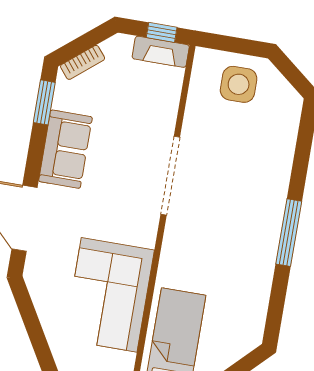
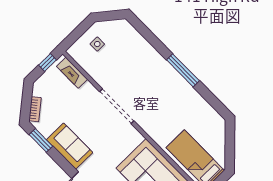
fireplace: (161, 52) -> (72, 73), moved, turned 90
side table: (239, 84) -> (97, 44), width x0.54, depth x0.54

